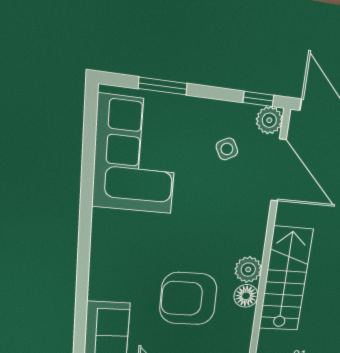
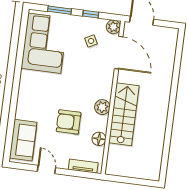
window: (258, 99) -> (91, 14), moved
floor lamp: (246, 296) -> (99, 139), moved
armchair: (188, 299) -> (69, 122), width x0.73, depth x0.73

